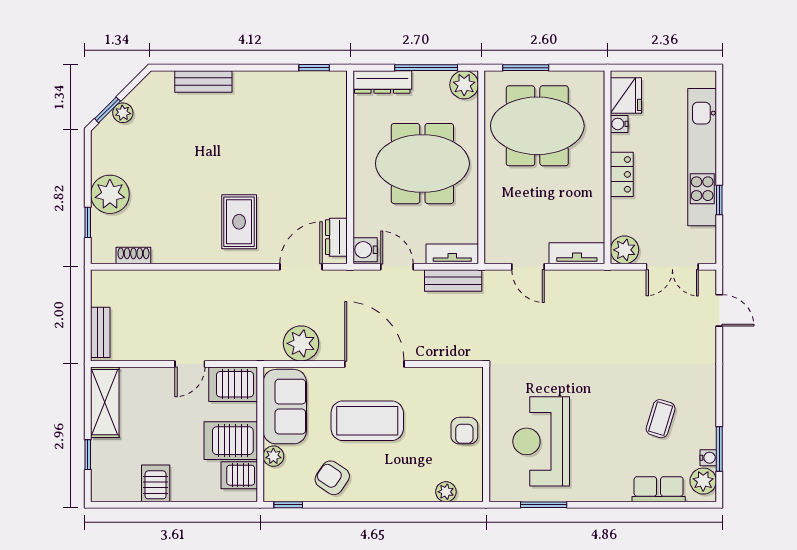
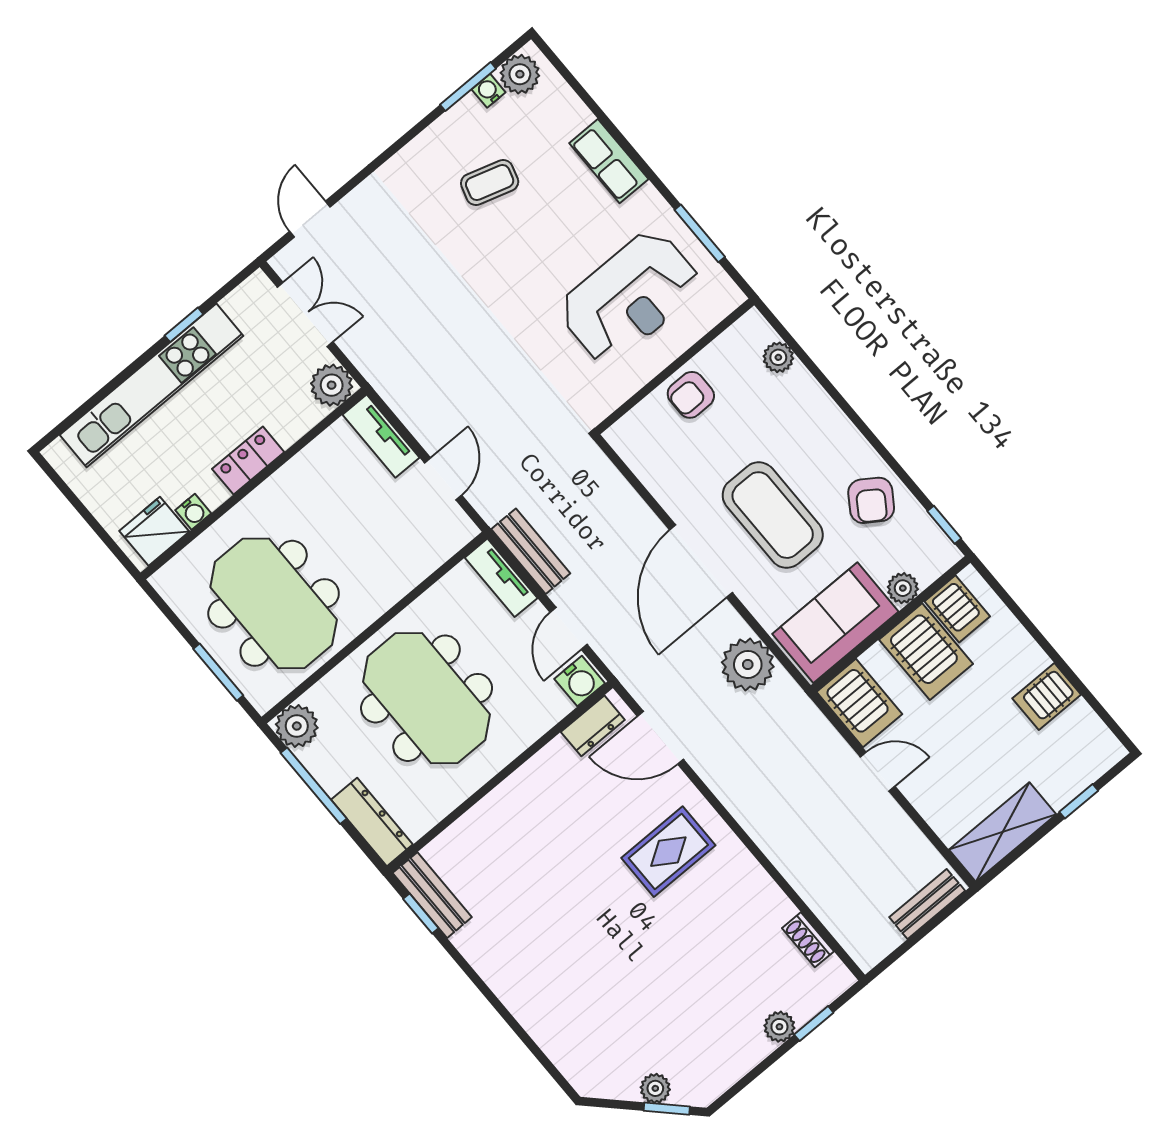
bench: (203, 81) -> (432, 895), moved
plant: (110, 194) -> (779, 1027), width x0.53, depth x0.53
armchair: (464, 431) -> (691, 395), turned 180
row of seats: (659, 489) -> (609, 161), moved

